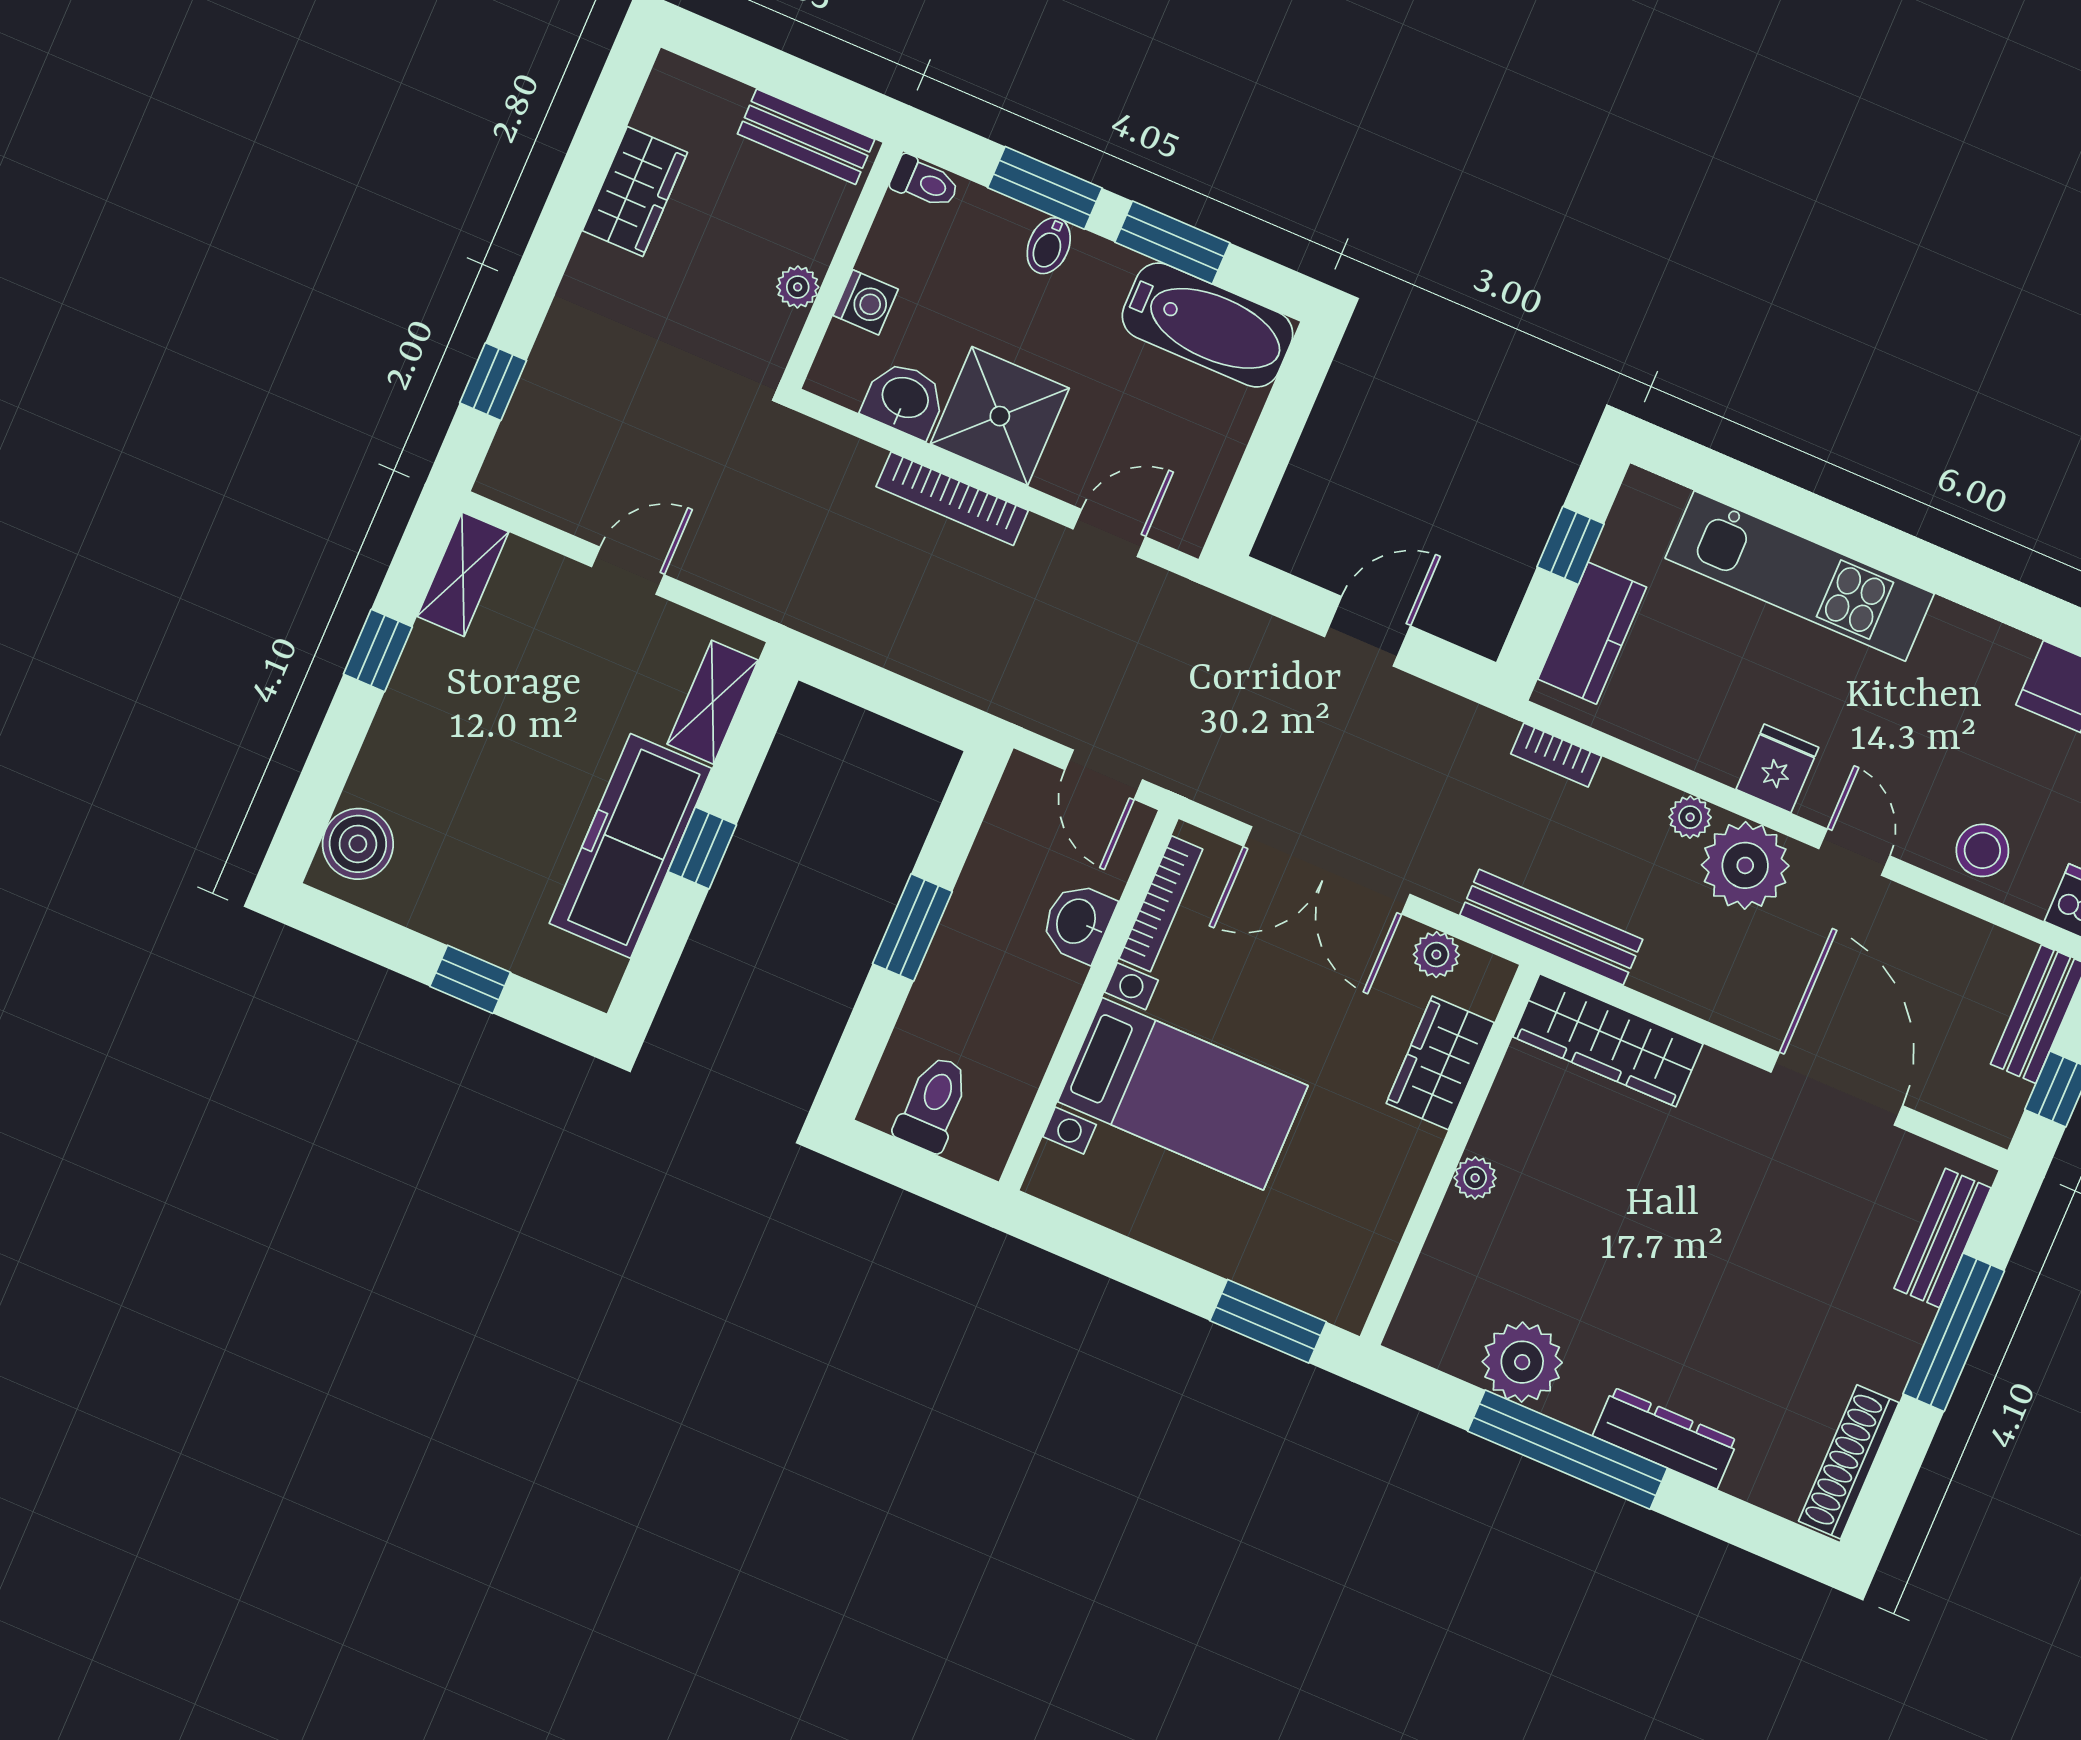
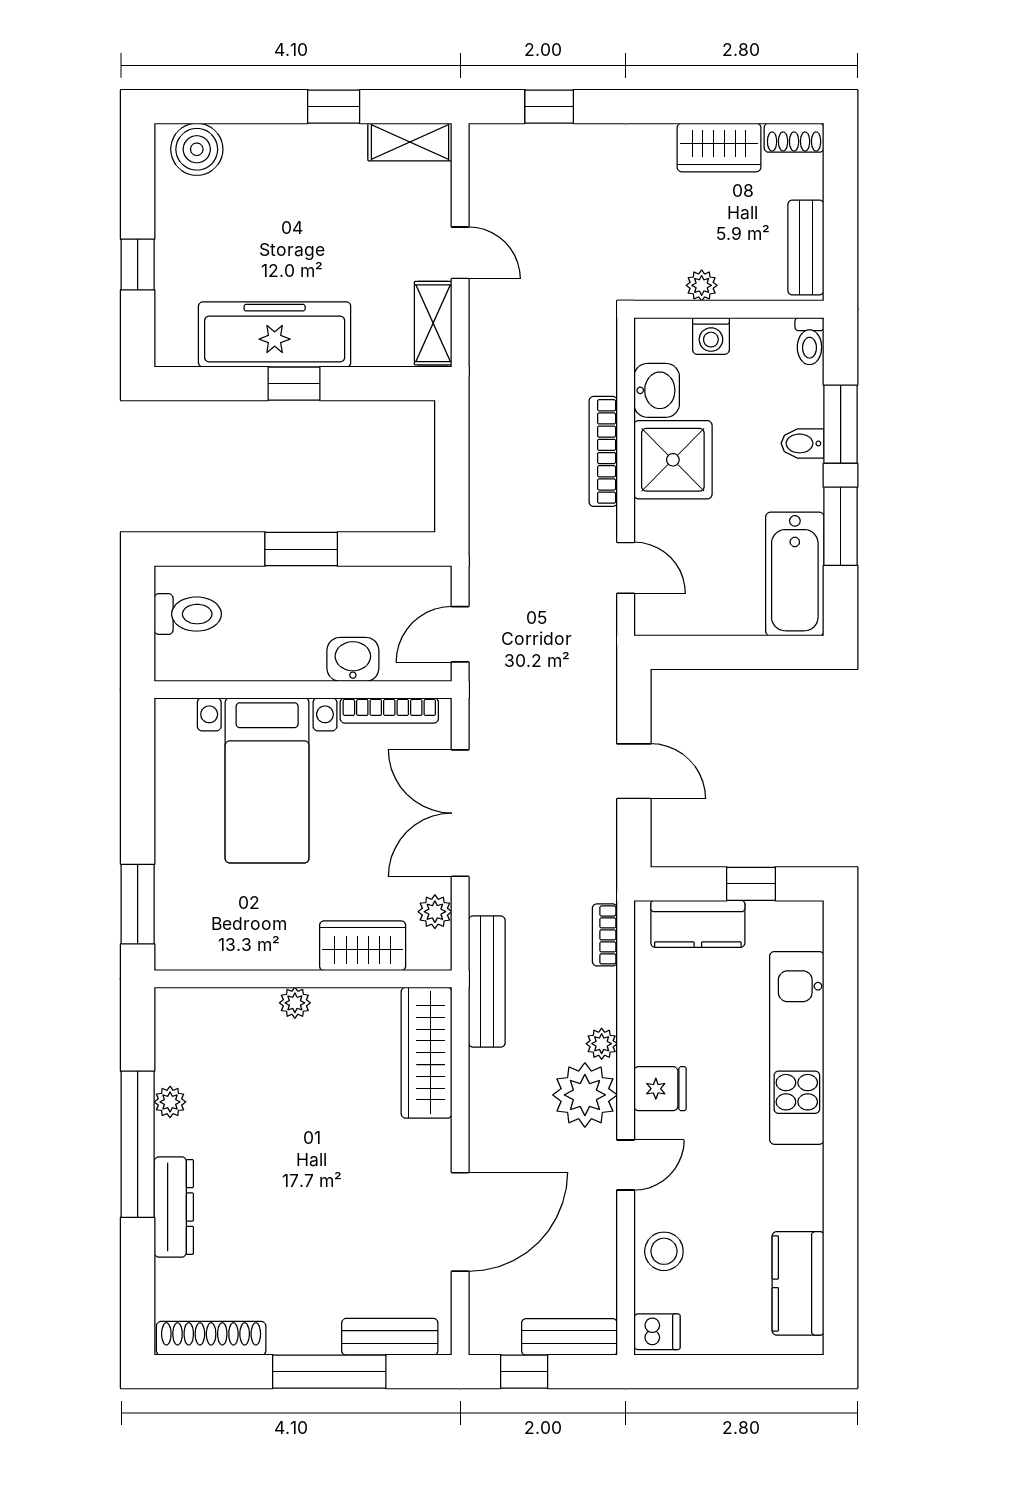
shoe rack: (663, 93) -> (794, 138), added
shelving: (713, 702) -> (433, 323), moved, turned 90
plant: (1522, 1362) -> (170, 1102), width x0.53, depth x0.53

